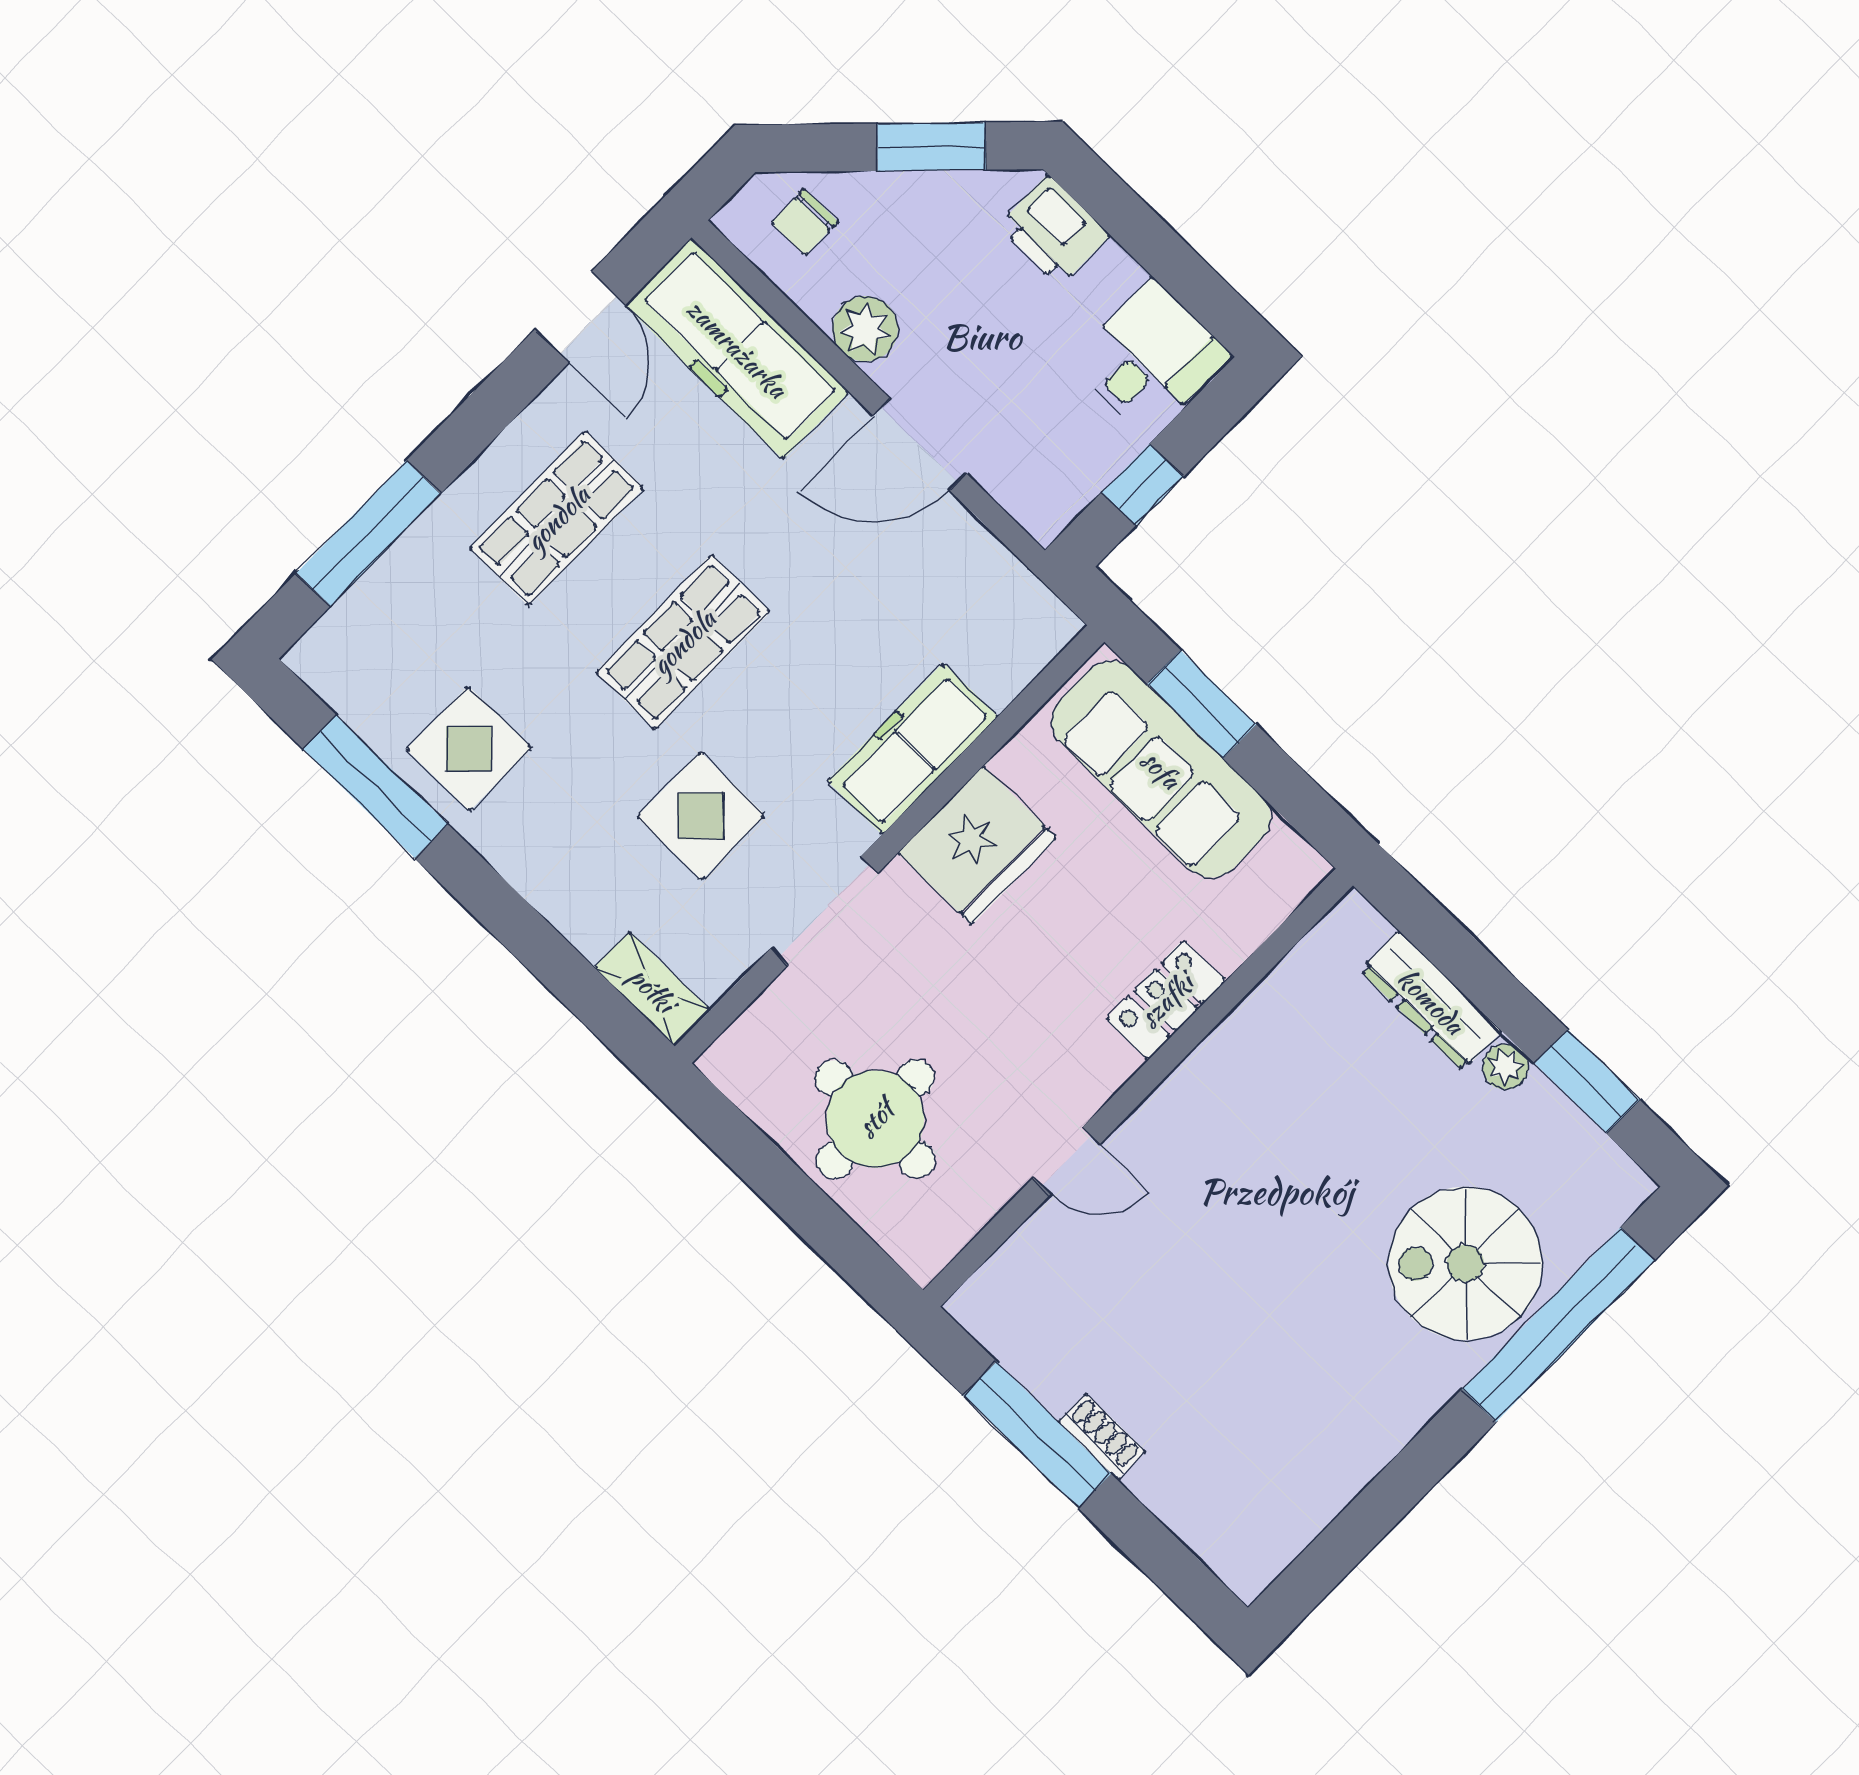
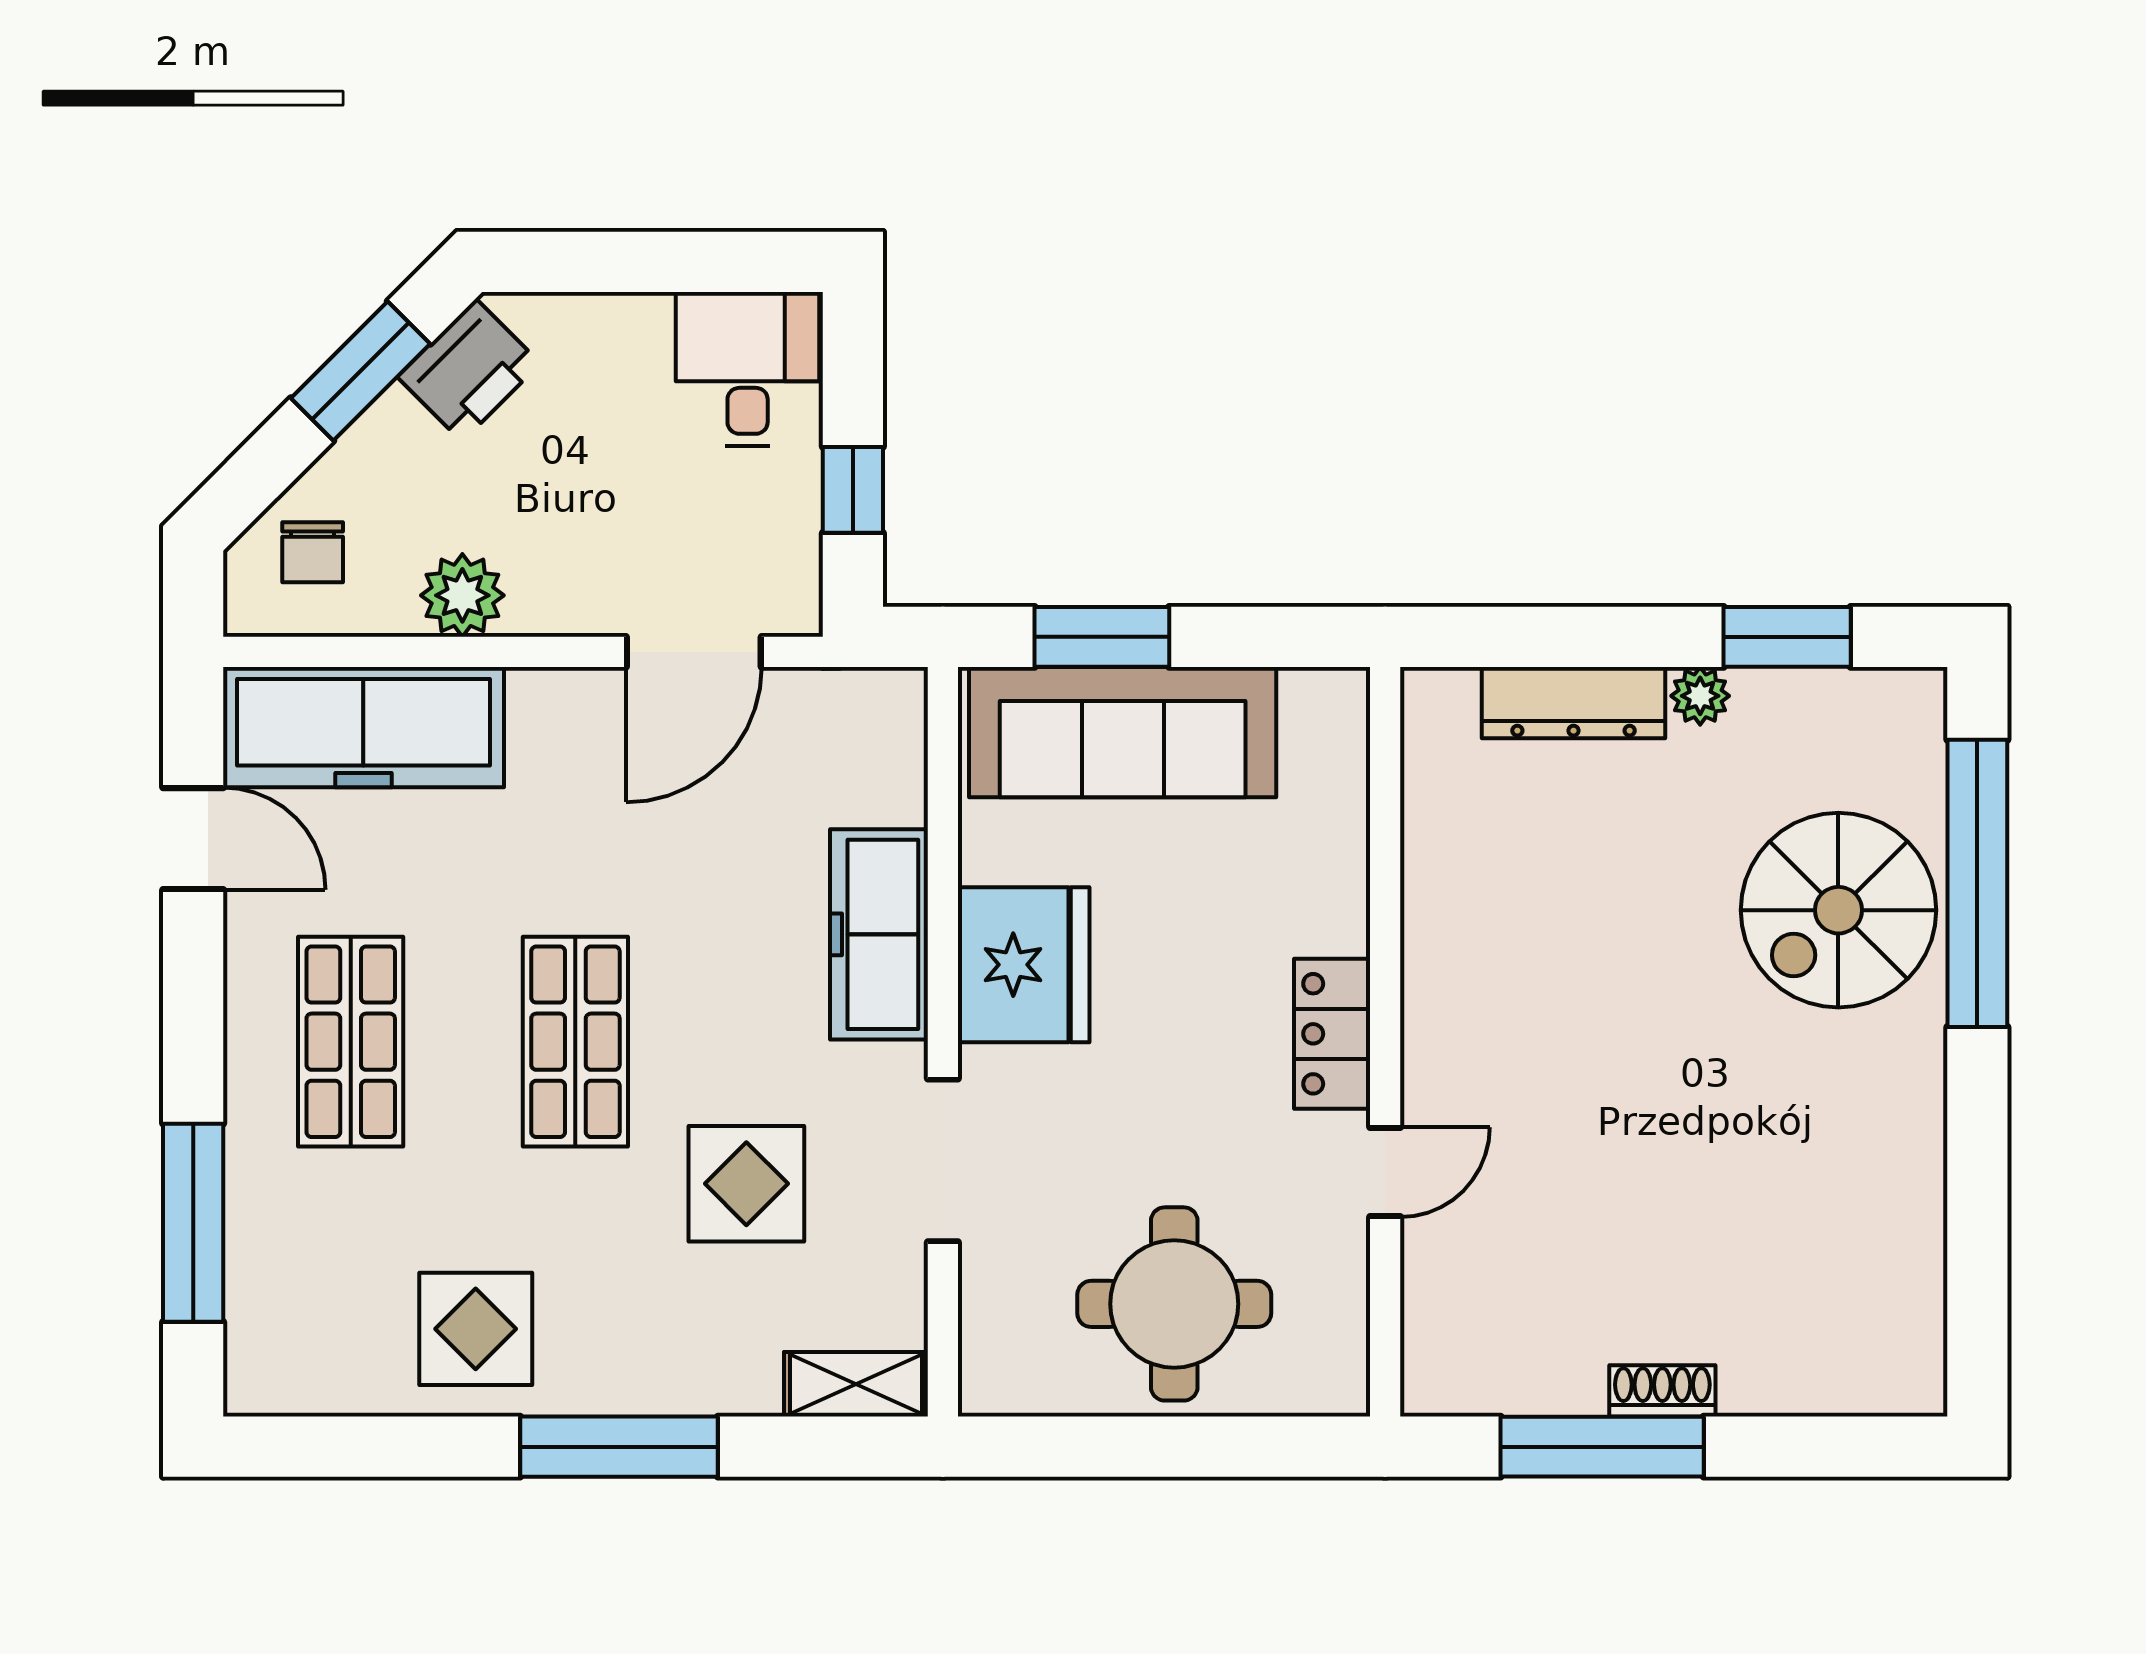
printer: (1054, 230) -> (469, 370), moved, turned -45
door: (920, 444) -> (694, 652), moved
window: (375, 787) -> (619, 1447), moved
locker: (1166, 1000) -> (1332, 1034), moved

